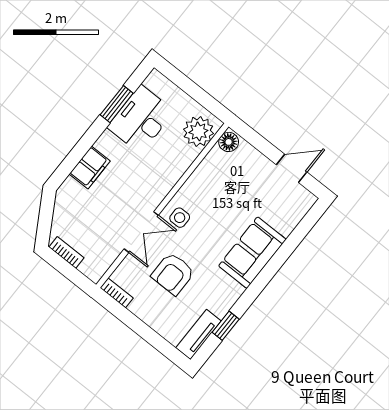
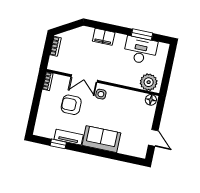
tv unit: (198, 334) -> (69, 137), moved

